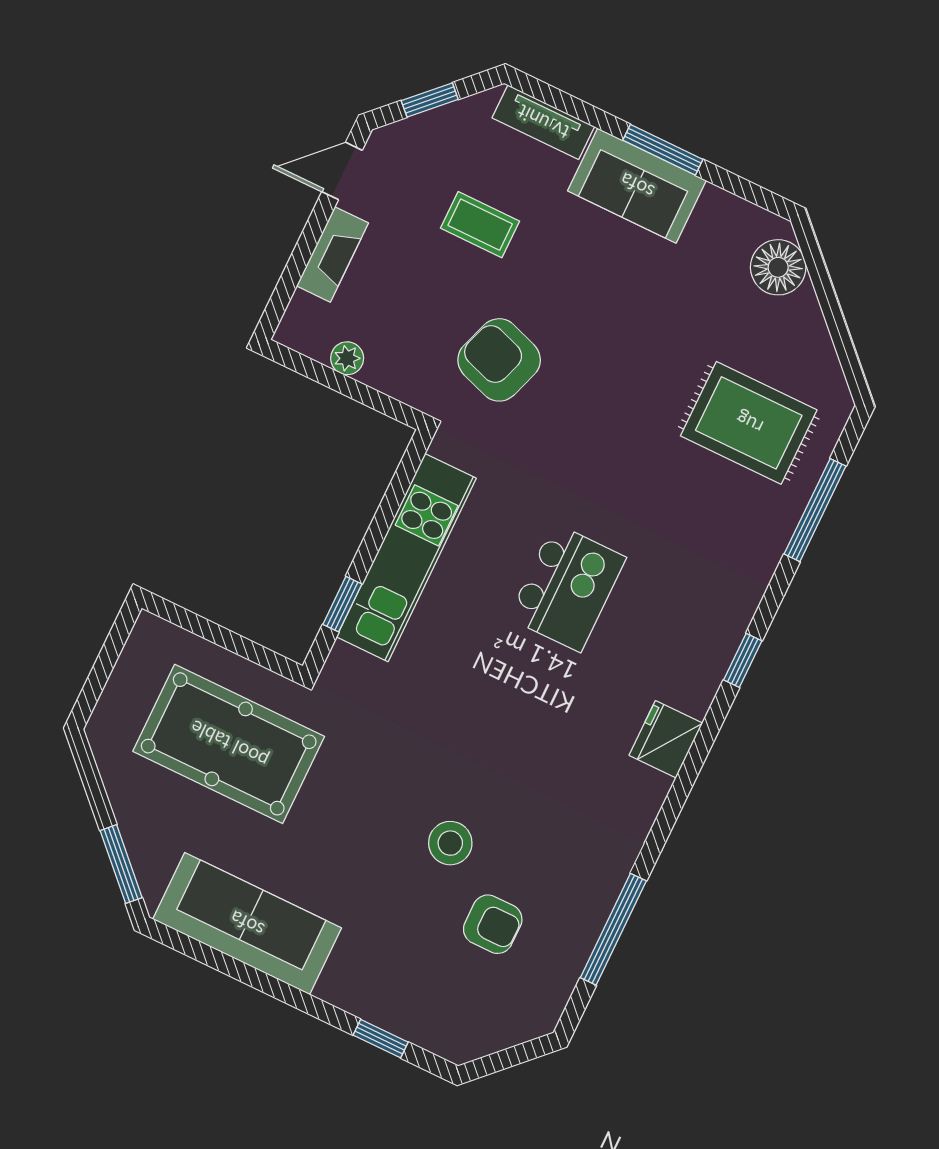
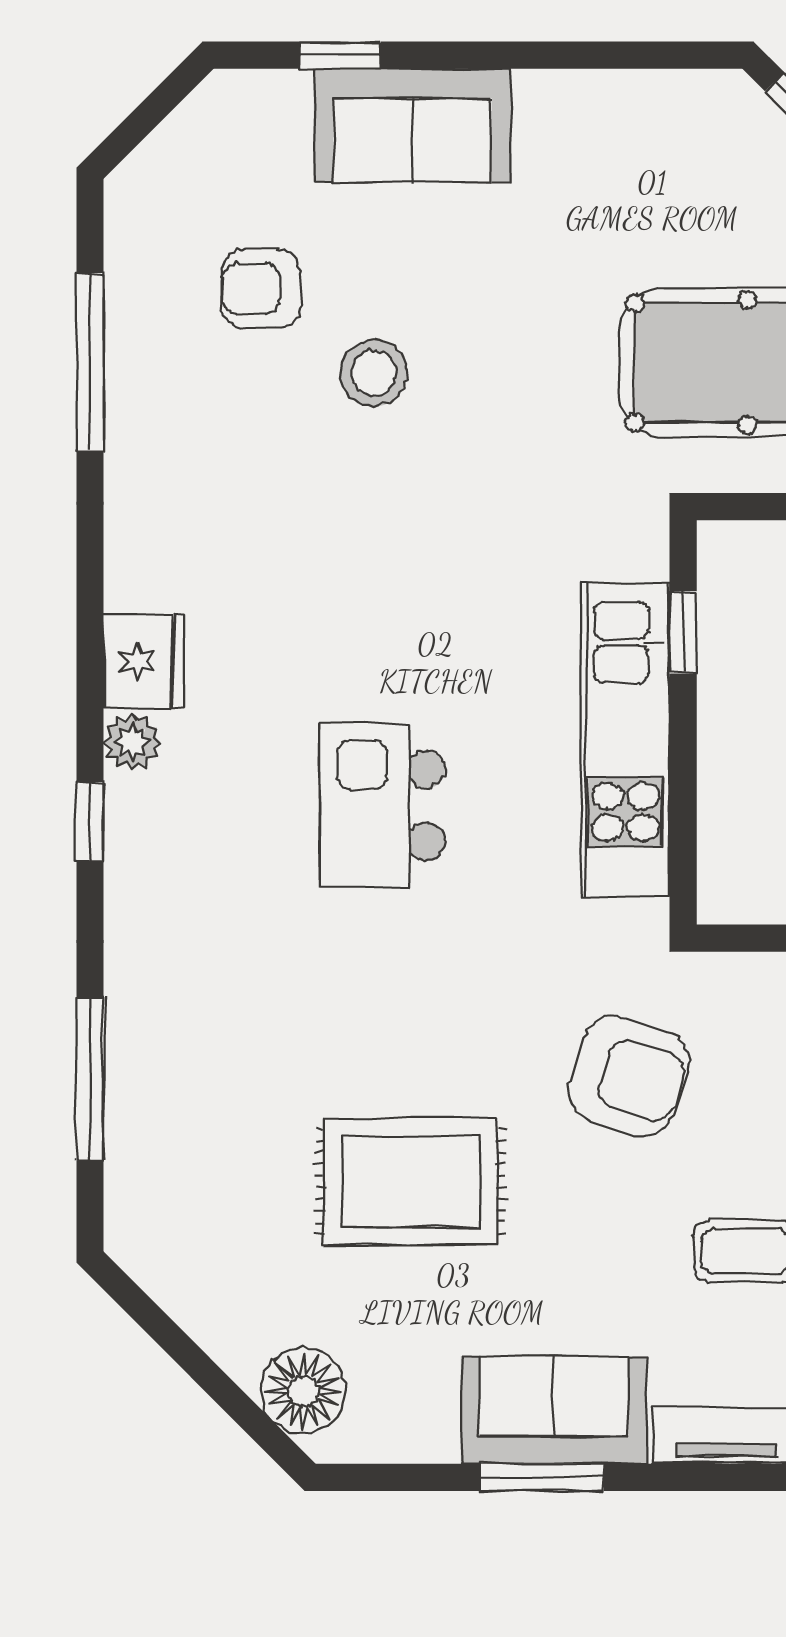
rug: (749, 423) -> (411, 1181), moved
plant: (696, 695) -> (132, 742), added
sofa: (247, 924) -> (412, 126), moved, width x0.73

